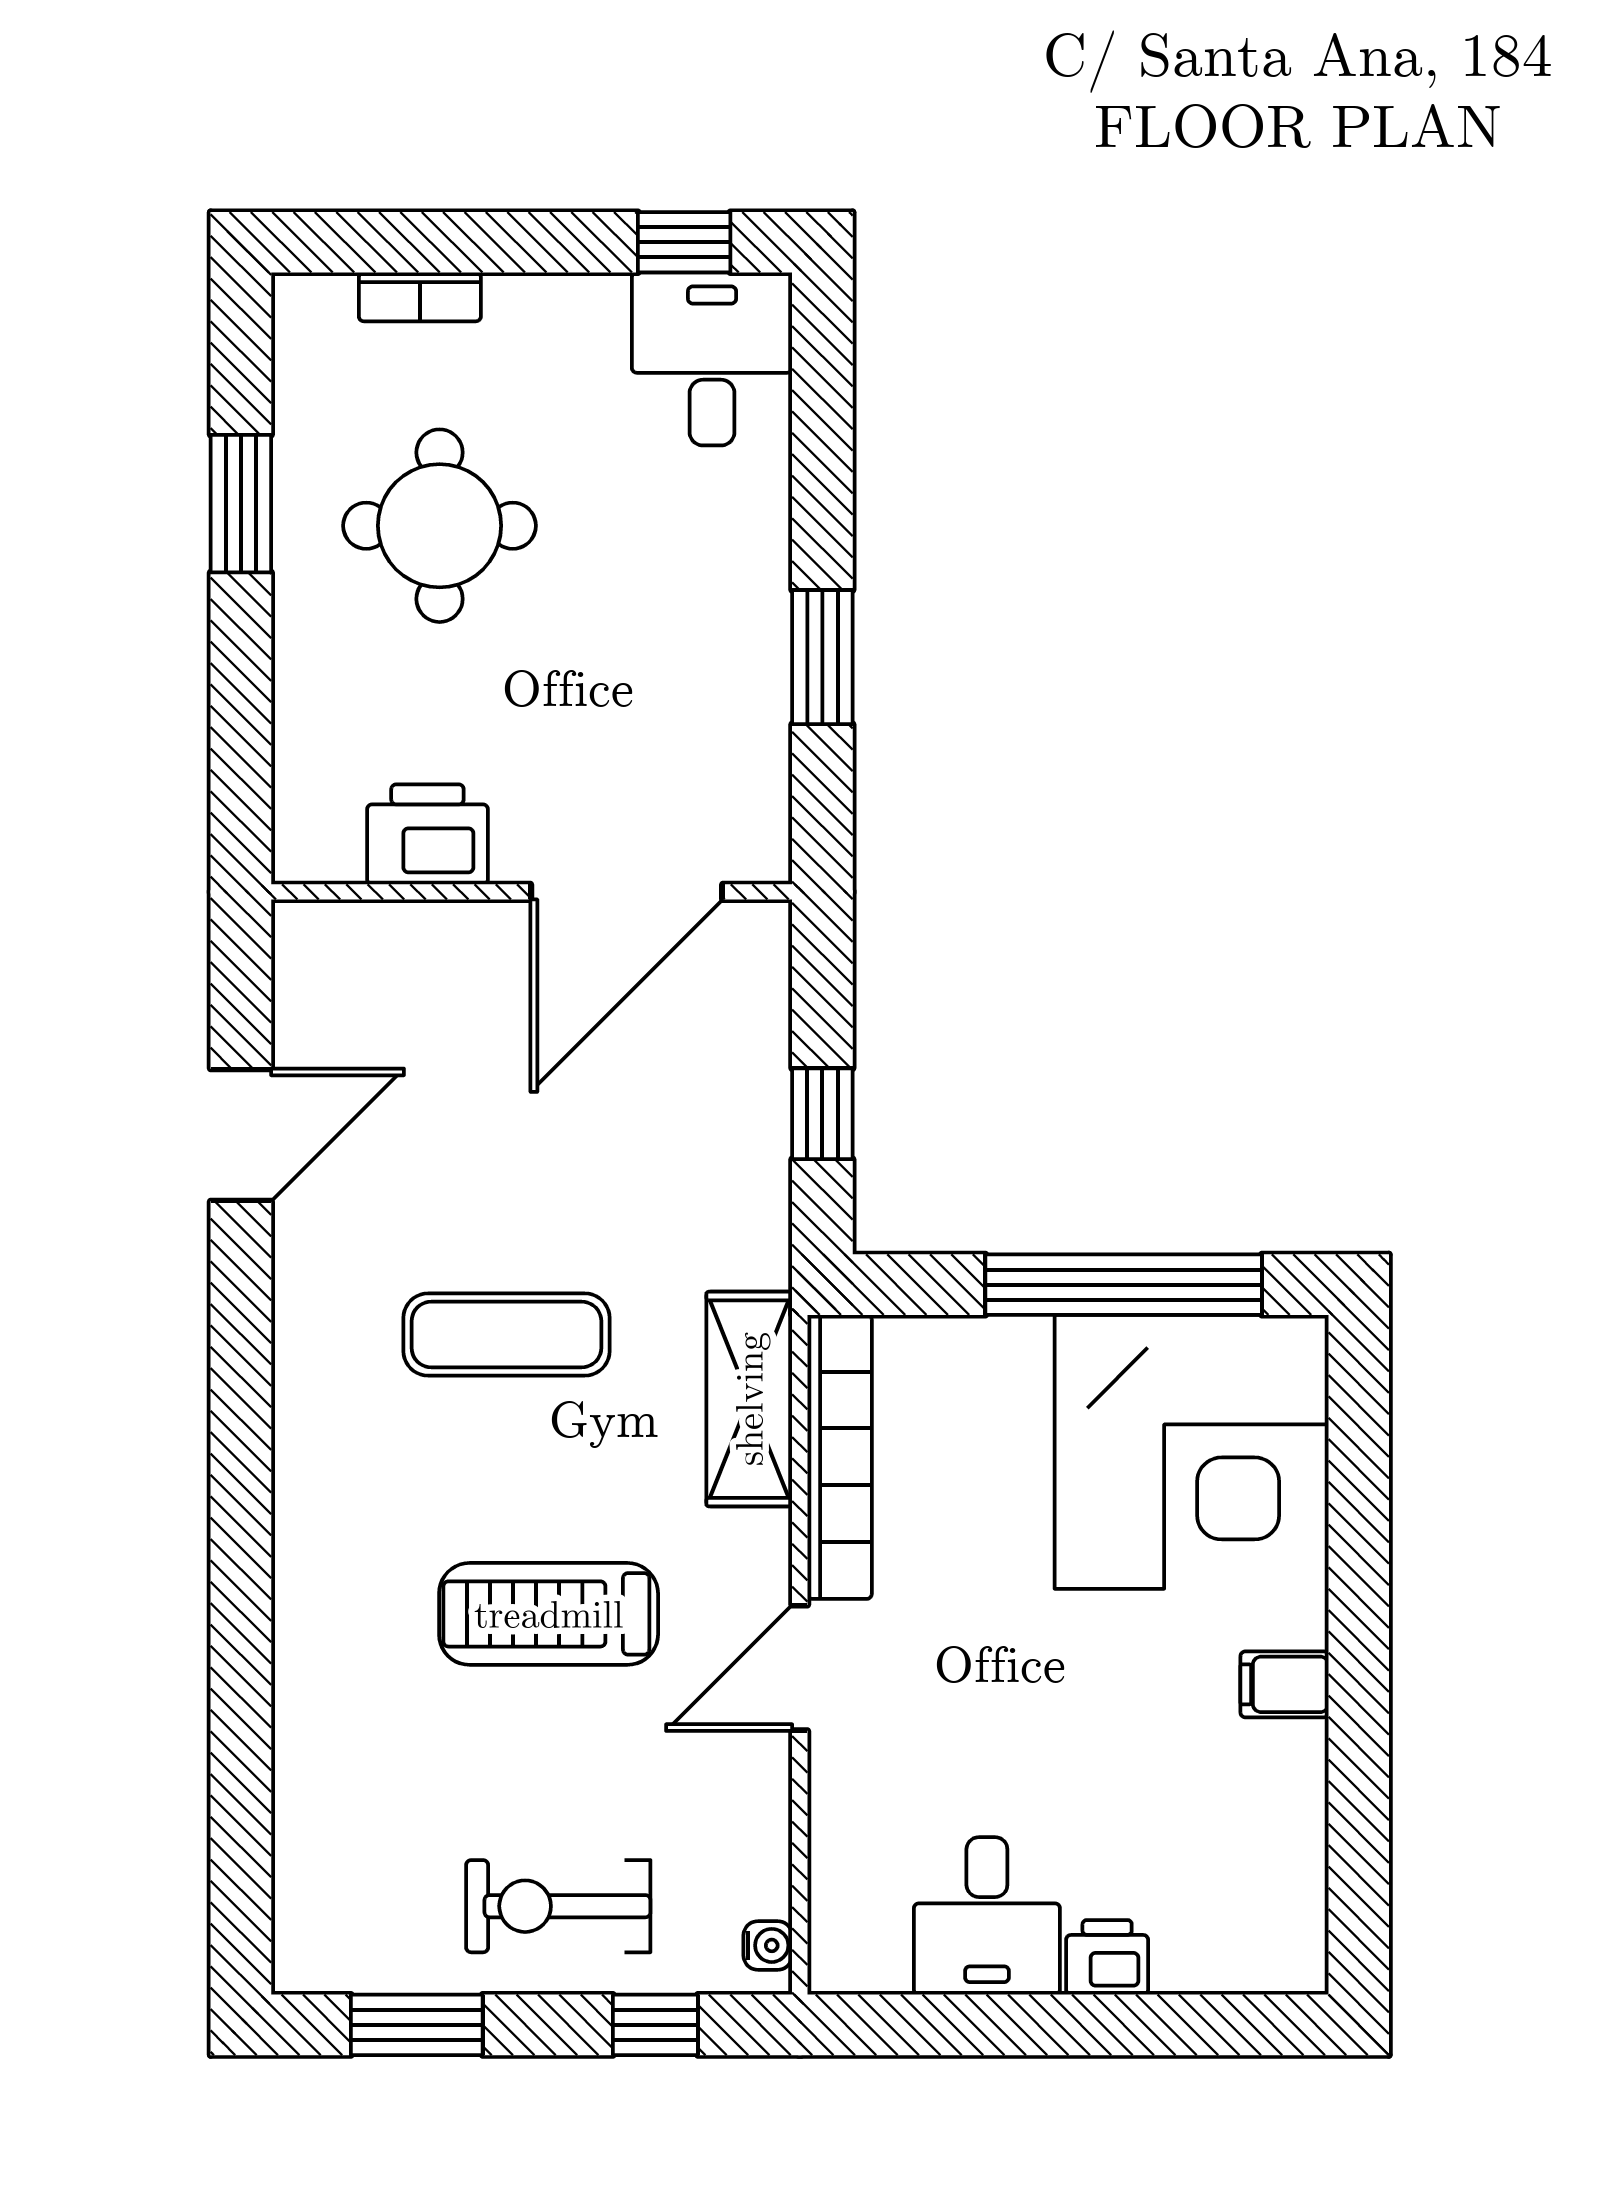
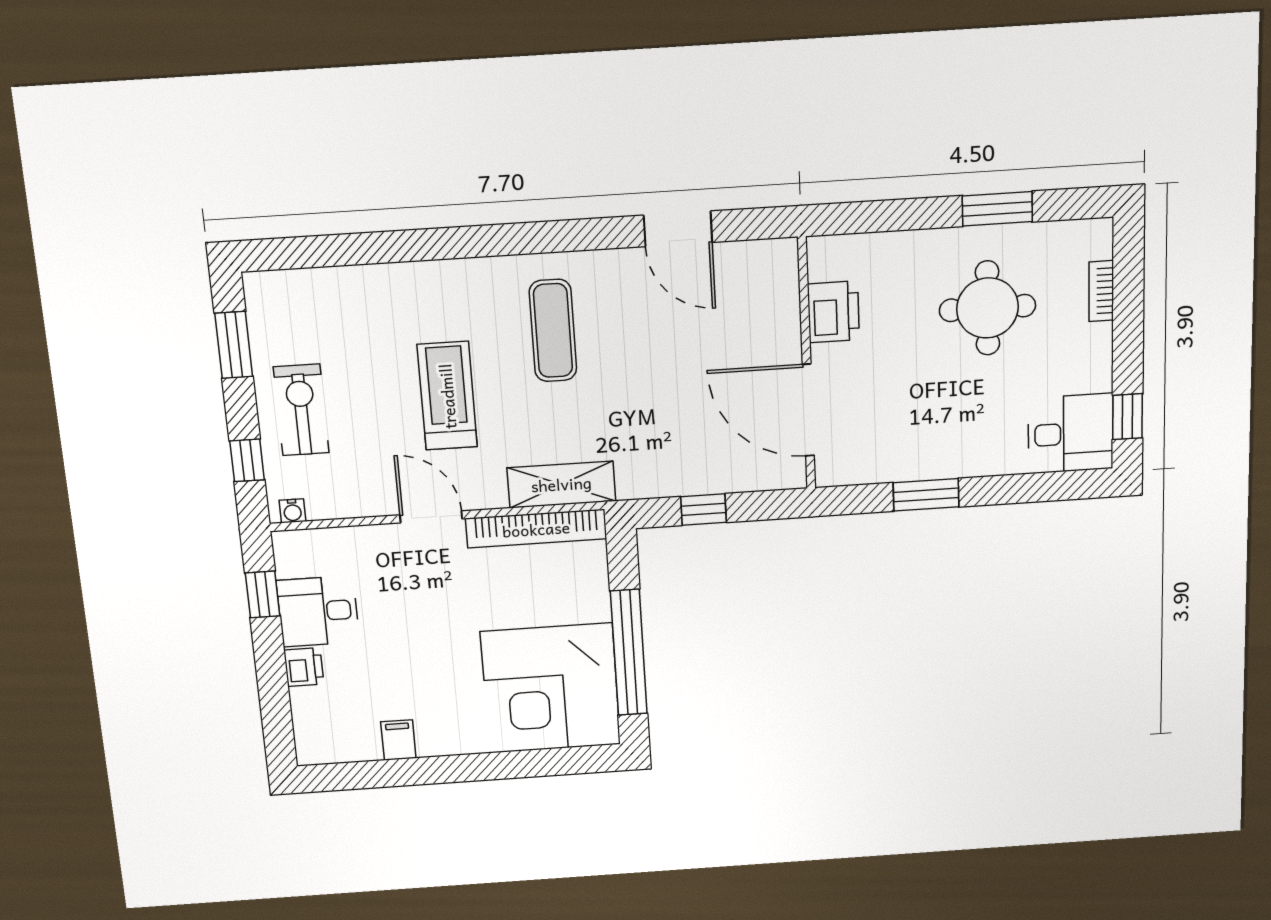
exercise mat: (506, 1335) -> (553, 331), moved
filing cabinet: (1284, 1684) -> (398, 740), moved
window: (942, 2025) -> (262, 594), added

